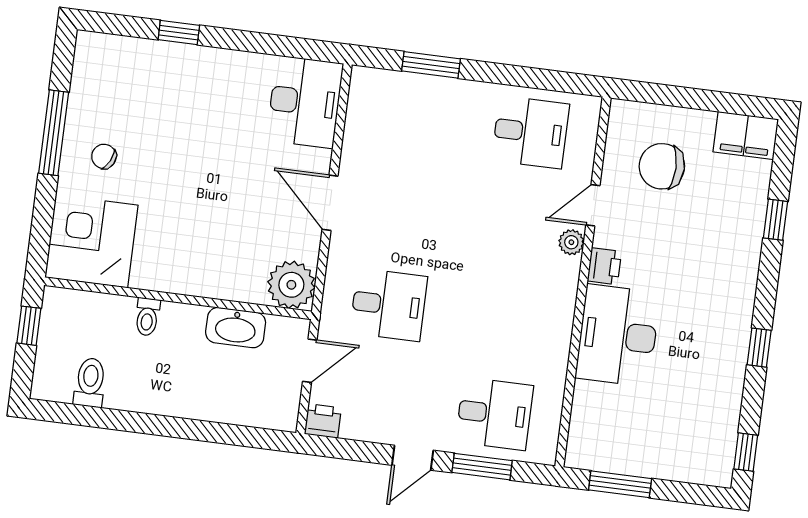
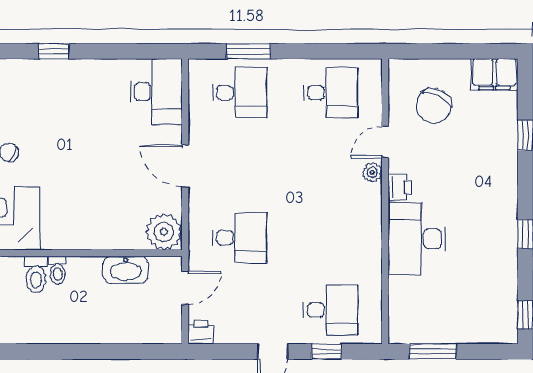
desk: (413, 117) -> (240, 93), added
chair: (662, 166) -> (434, 106), turned -64
toilet: (90, 382) -> (36, 275), moved, turned 180
window: (482, 467) -> (326, 351), width x0.67

